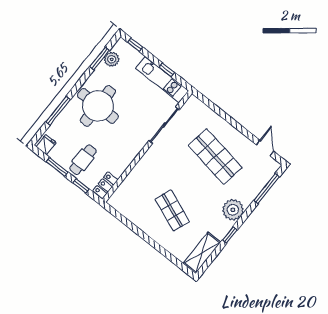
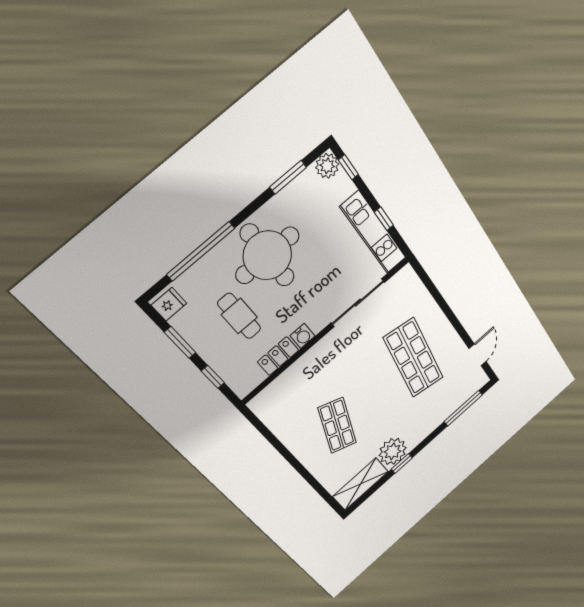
plant: (112, 59) -> (327, 166), moved
window: (58, 111) -> (201, 251), width x1.46
water cooler: (132, 152) -> (303, 336), added
cafe table: (83, 160) -> (239, 316), moved, turned 90
locker: (105, 185) -> (278, 356), moved
plant: (233, 210) -> (393, 451), moved

